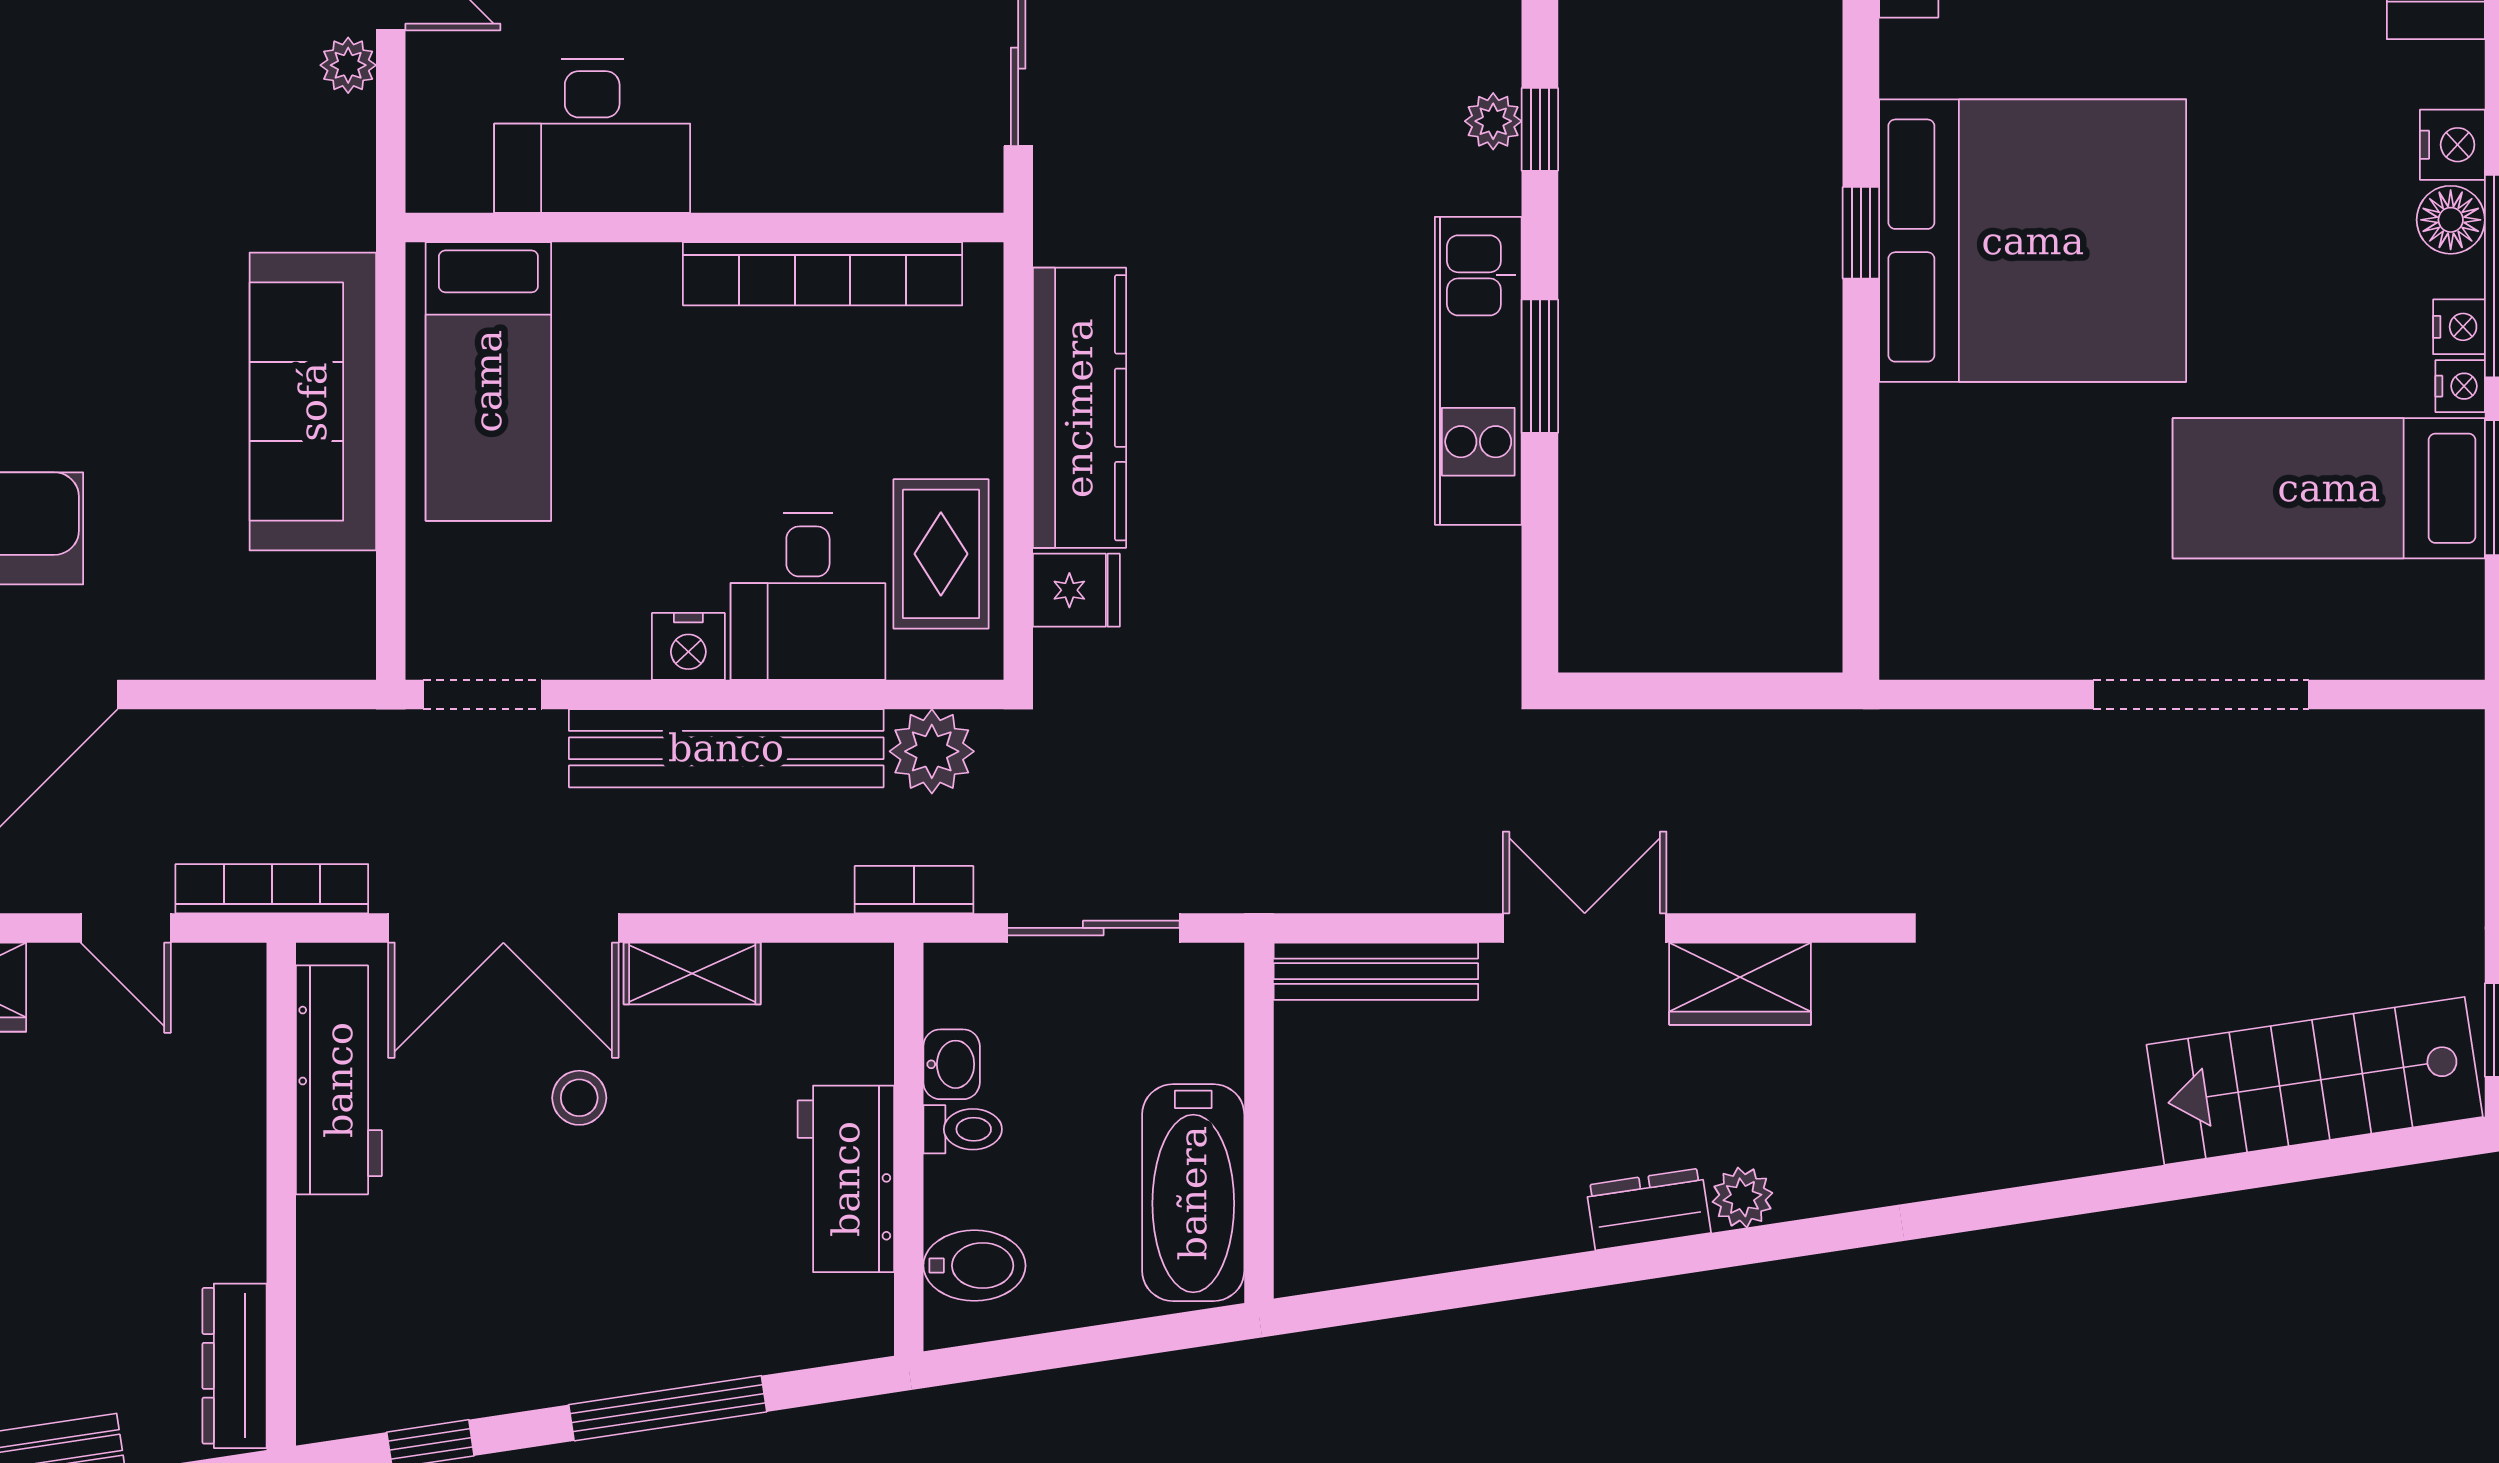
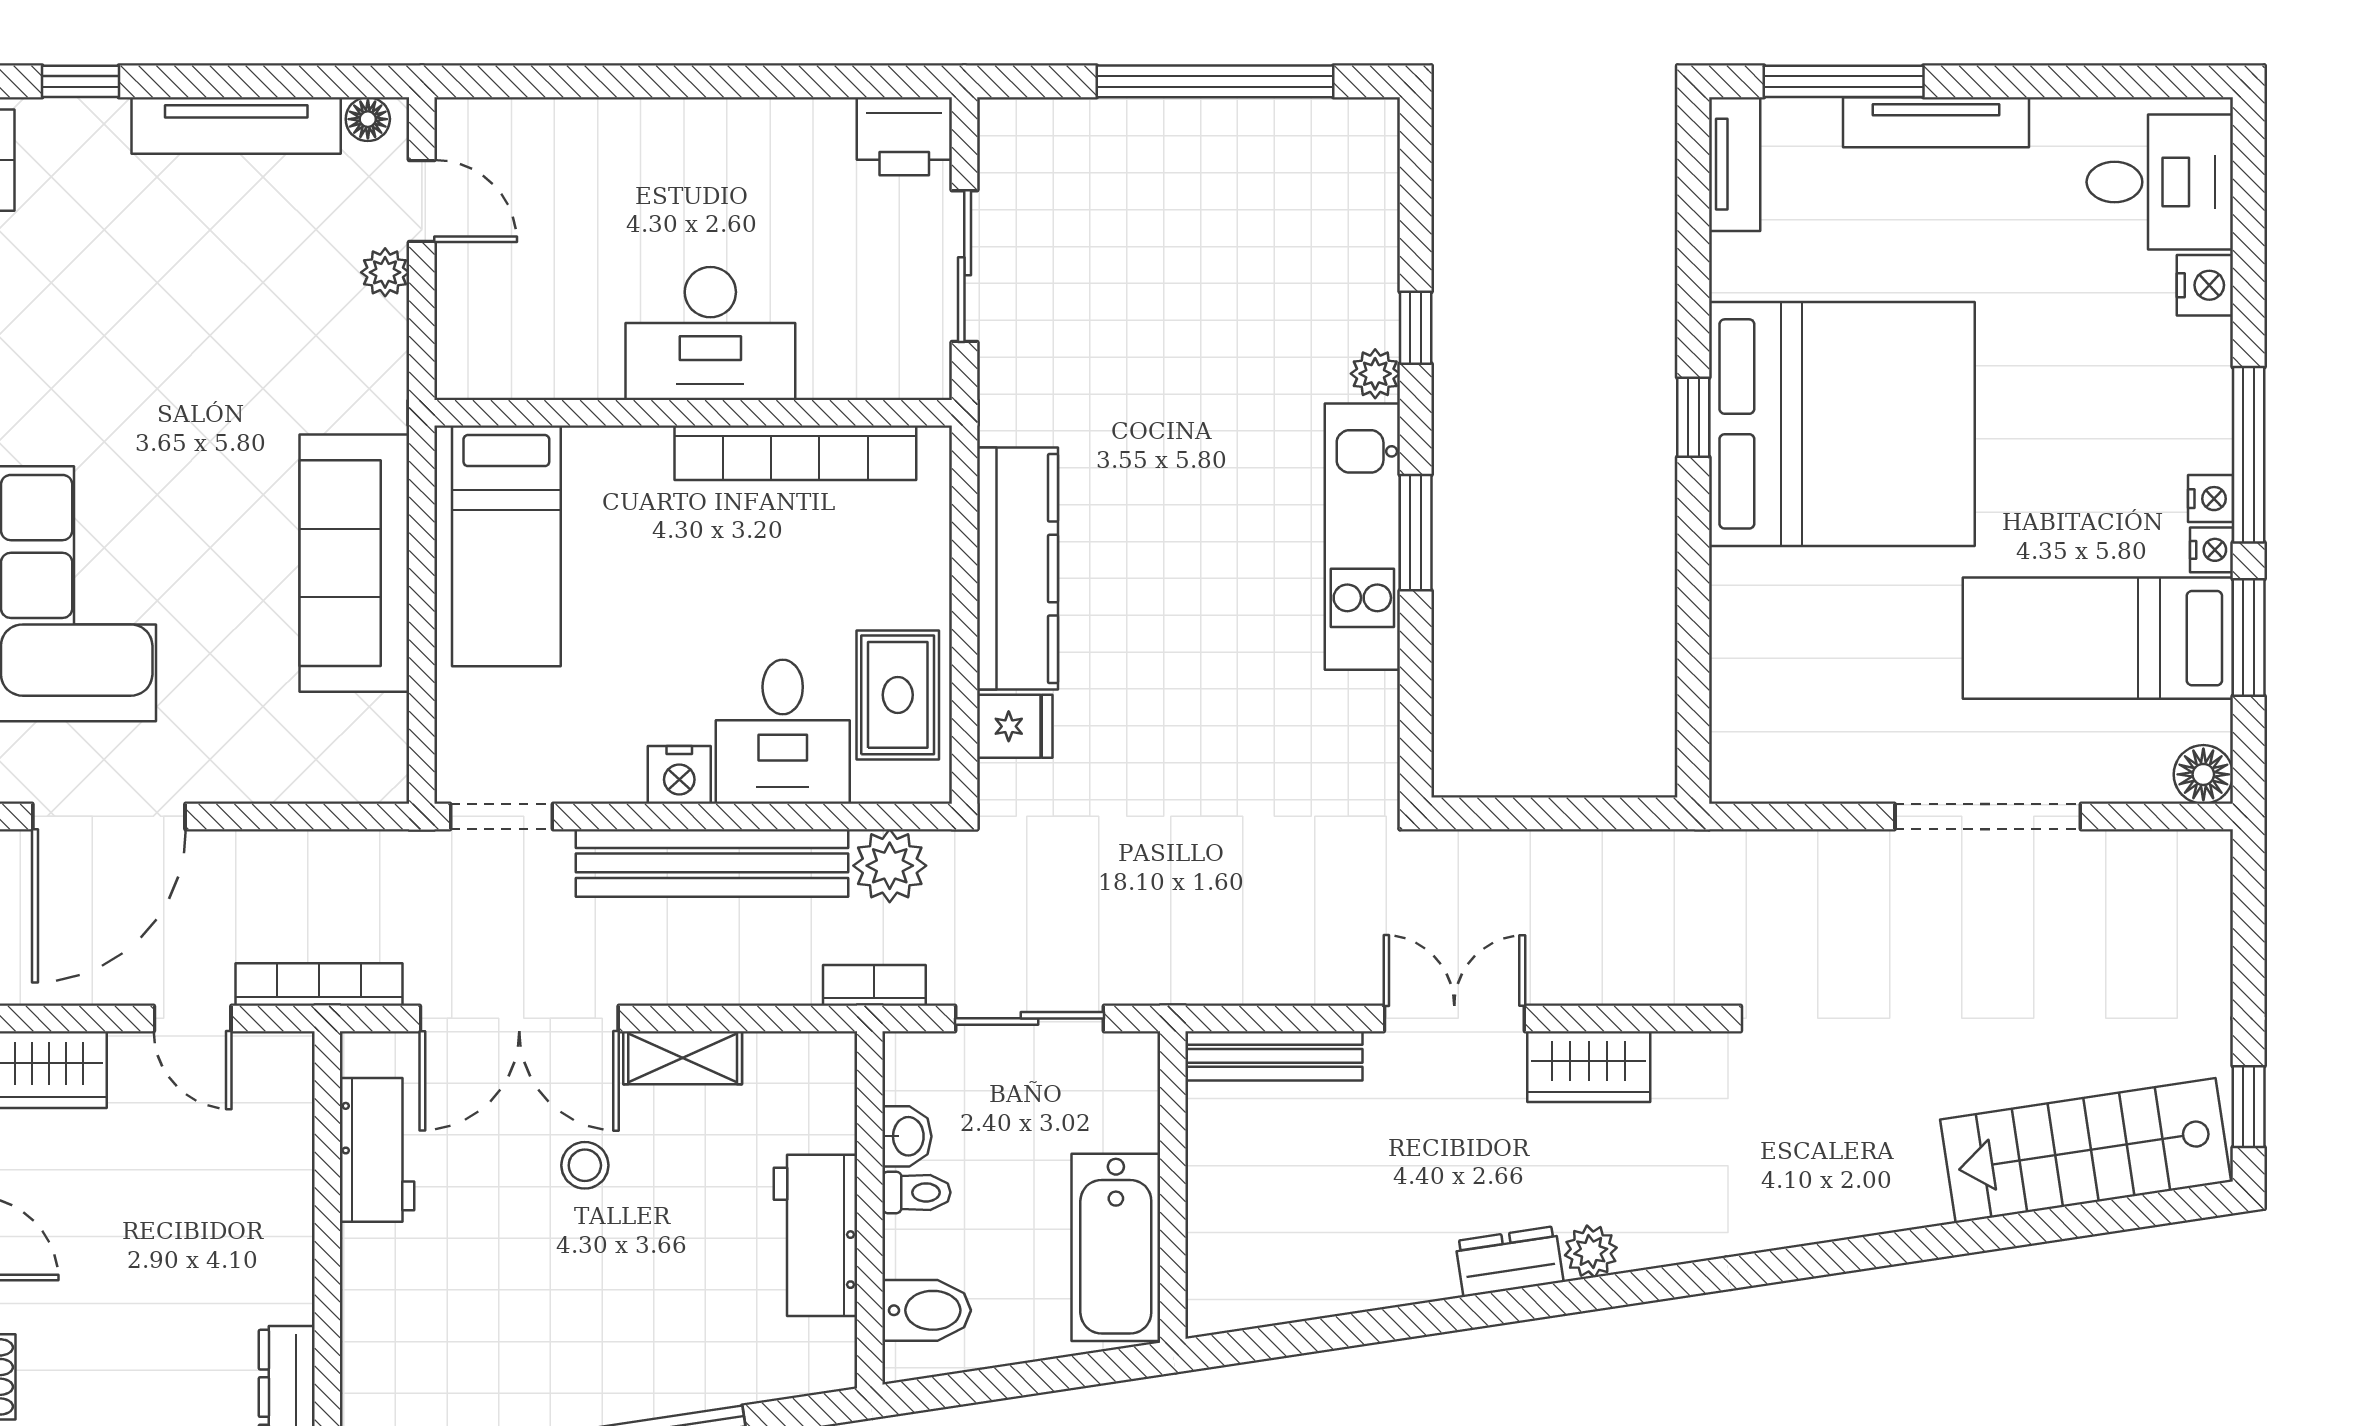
plant: (1493, 121) -> (1375, 374), moved
desk: (592, 136) -> (710, 333), moved
nightstand: (2452, 145) -> (2205, 285), moved
floor lamp: (2451, 220) -> (2203, 774), moved
workbench: (339, 1080) -> (377, 1150), width x0.73

